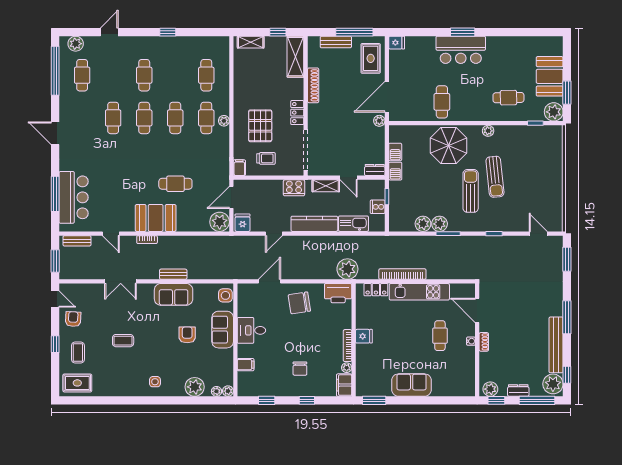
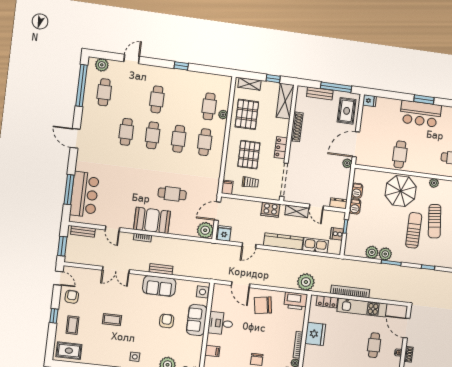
pallet: (252, 79) -> (247, 114), added
plant: (224, 121) -> (223, 115), moved
door: (270, 281) -> (241, 285), swing flipped
fridge: (364, 336) -> (315, 334), width x1.88, depth x1.34

